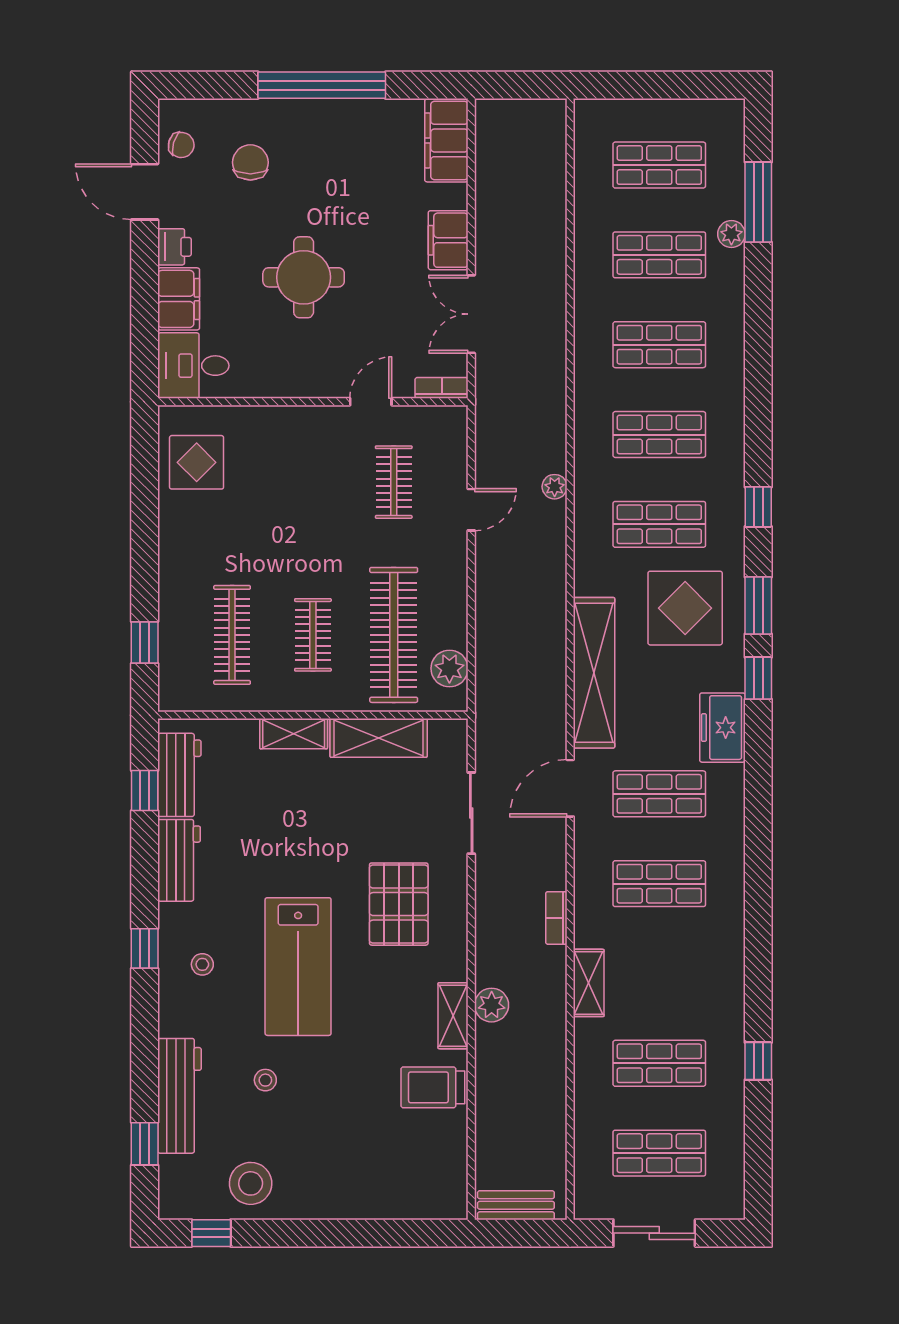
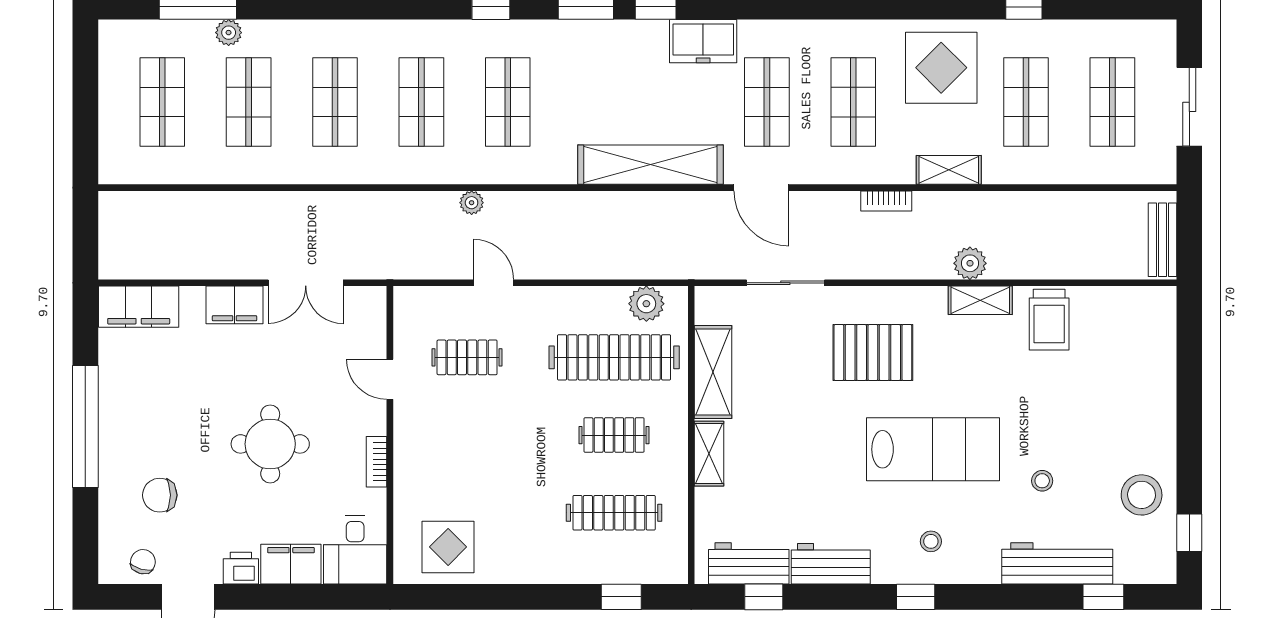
bookcase: (442, 388) -> (377, 462), moved
display table: (685, 608) -> (941, 68), moved

